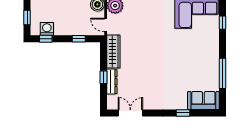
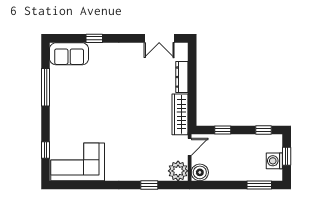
door: (106, 25) -> (190, 147), hinge flipped
washing machine: (47, 29) -> (274, 161), moved, turned 90
window: (104, 77) -> (192, 82), removed

